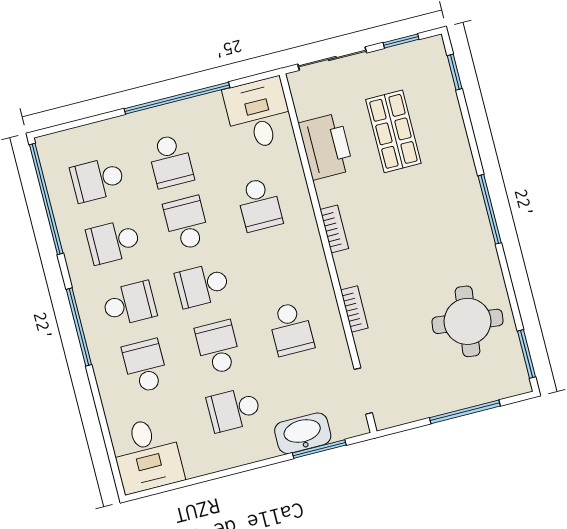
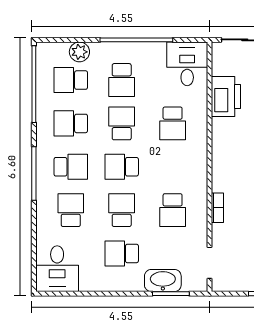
plant: (100, 136) -> (79, 52), added
bookcase: (334, 229) -> (218, 152), removed

